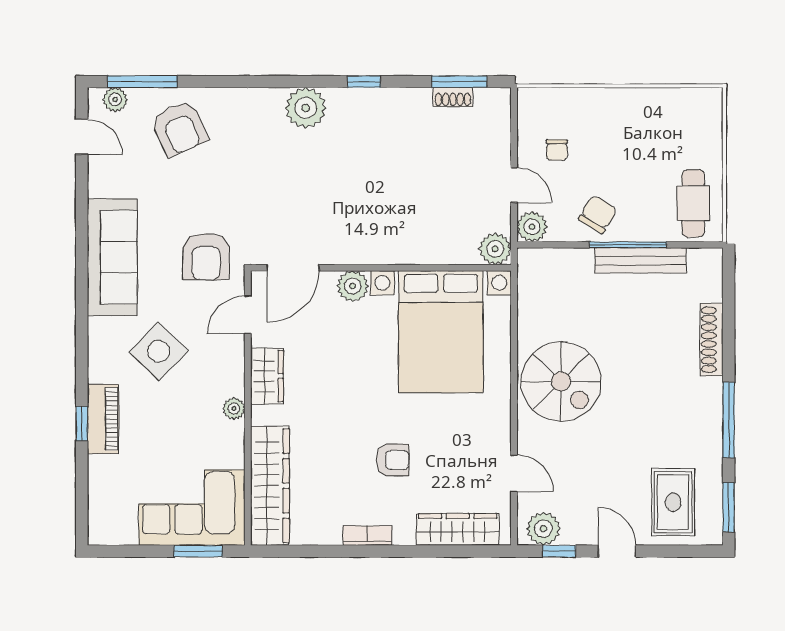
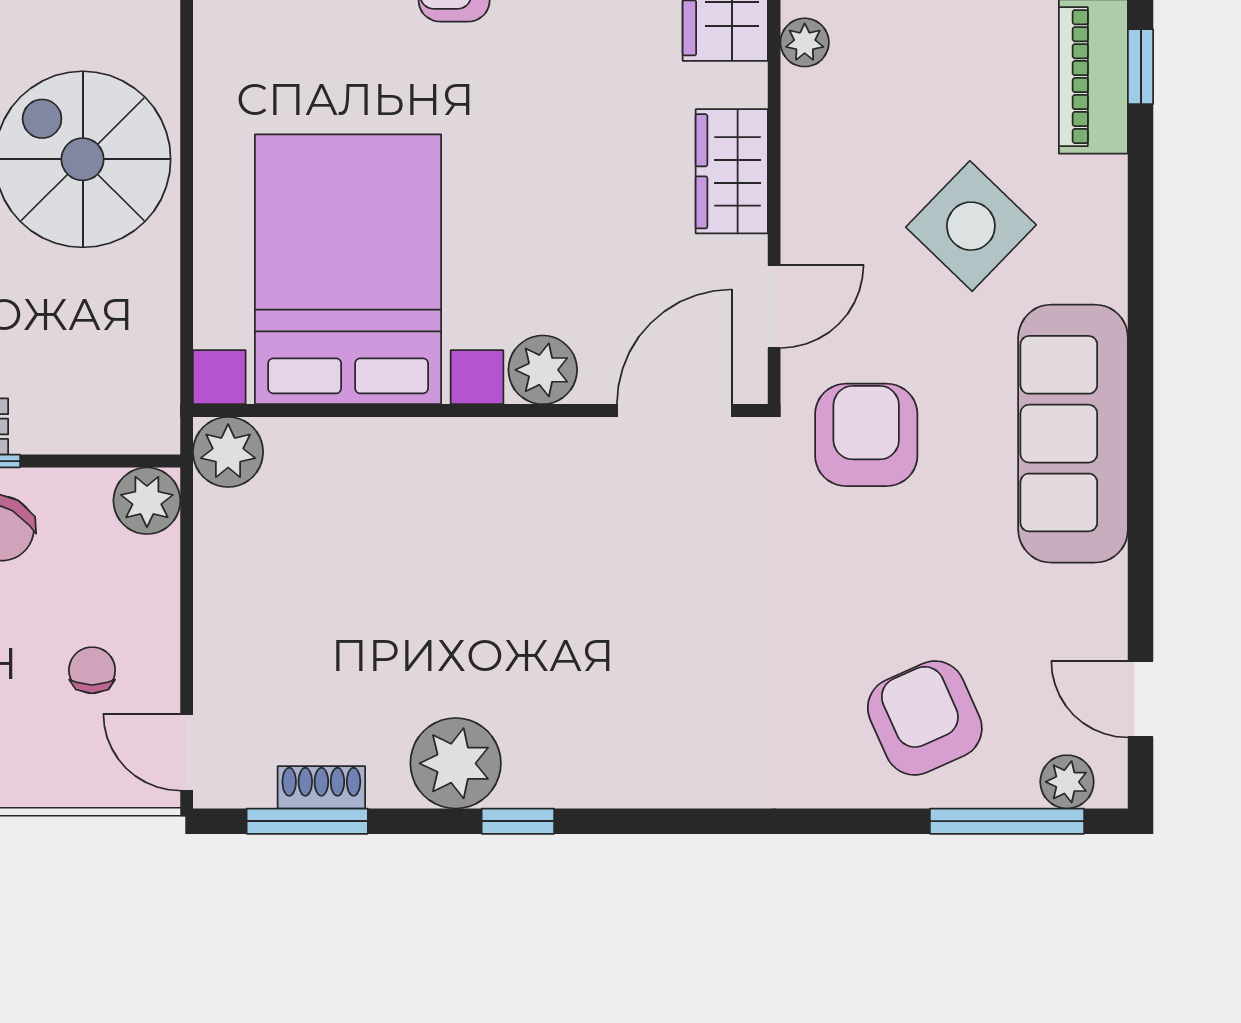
plant: (306, 108) -> (456, 763), moved
door: (514, 185) -> (187, 752), moved
plant: (234, 409) -> (805, 42), moved

